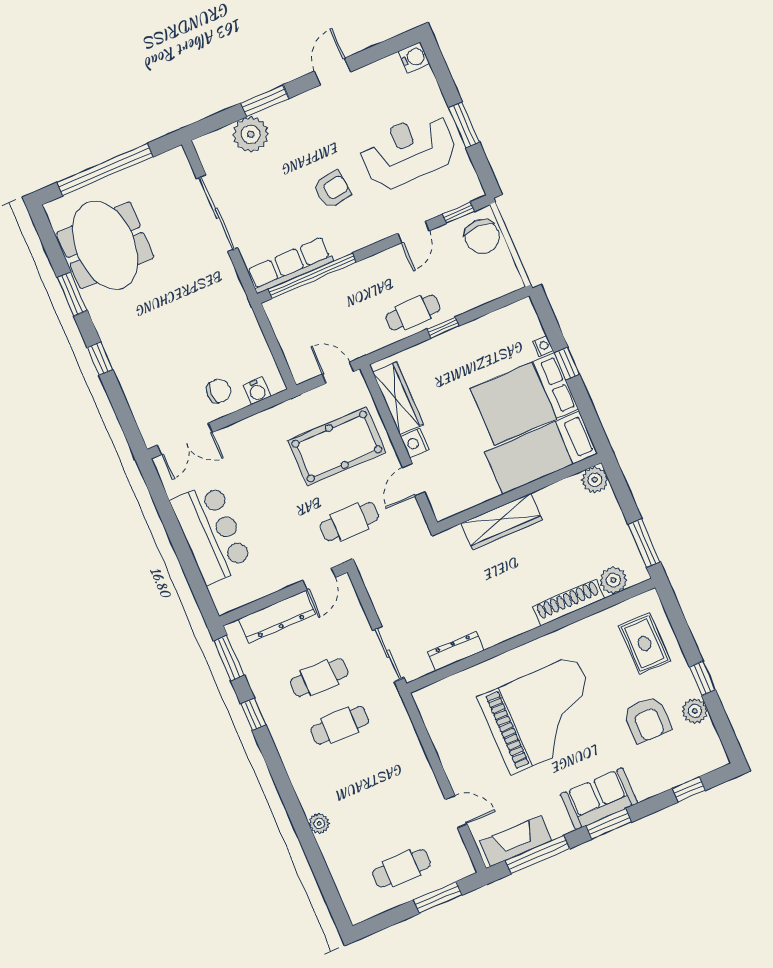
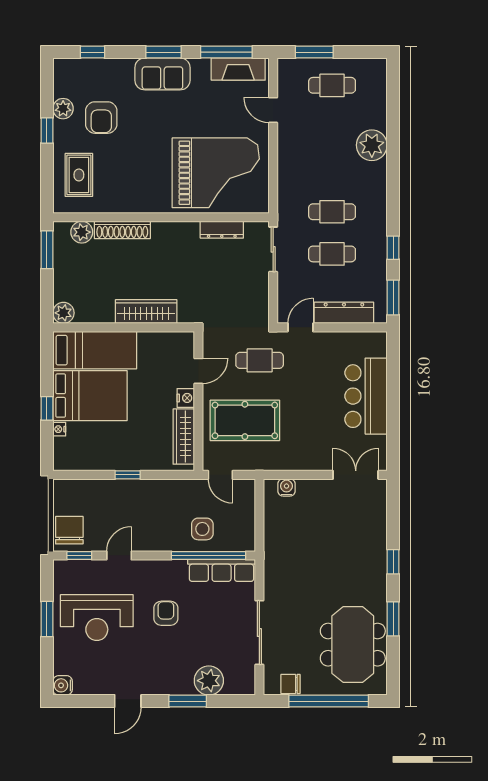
armchair: (332, 190) -> (166, 613), turned 98
side table: (332, 303) -> (202, 529), added
cafe table: (413, 313) -> (145, 496), removed
chair: (219, 391) -> (291, 684), moved
grand piano: (543, 715) -> (216, 173), moved, turned 180
armchair: (647, 719) -> (101, 118), turned 180
plant: (319, 823) -> (372, 145), width x1.88, depth x1.88

